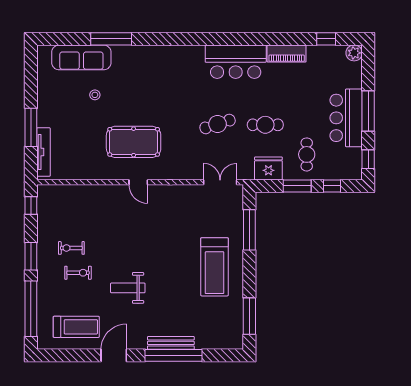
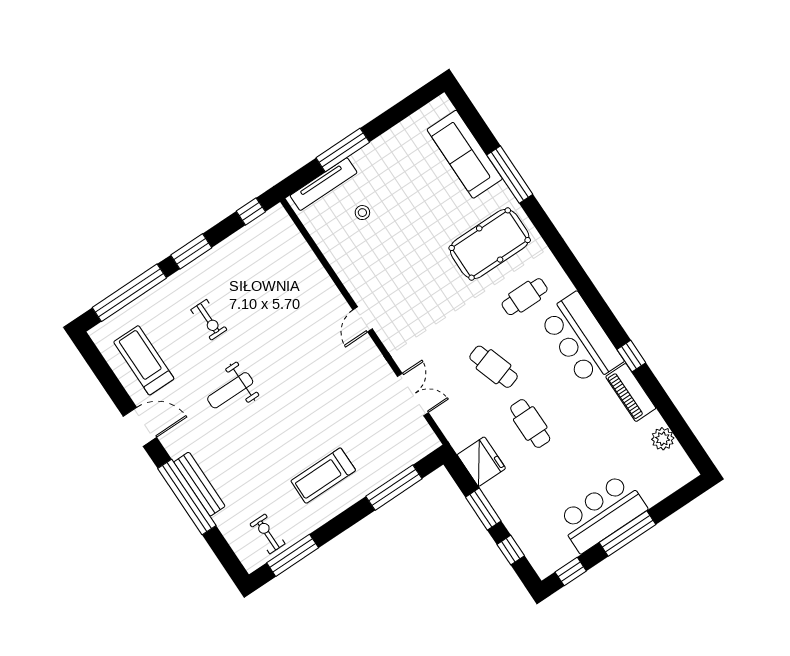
window: (326, 39) -> (631, 356), moved
plant: (354, 53) -> (663, 439), moved
stool: (95, 95) -> (362, 213), moved
pool table: (134, 142) -> (490, 244), moved, turned 90
cafe table: (307, 154) -> (525, 297), moved
double door: (220, 182) -> (413, 395), moved
exercise bike: (71, 248) -> (267, 534), moved
treadmill: (215, 267) -> (323, 476), width x0.73, depth x0.73
weight bench: (128, 288) -> (230, 390), turned -90
treadmill: (76, 327) -> (144, 360), turned 180

